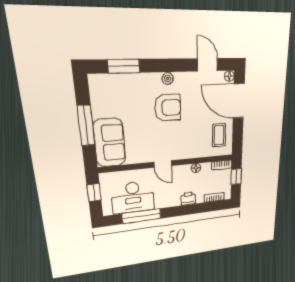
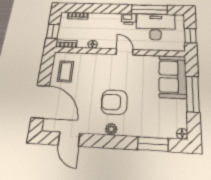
floor lamp: (229, 76) -> (182, 134), moved
printer: (188, 199) -> (129, 19), moved

